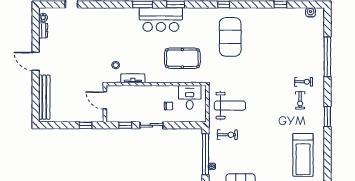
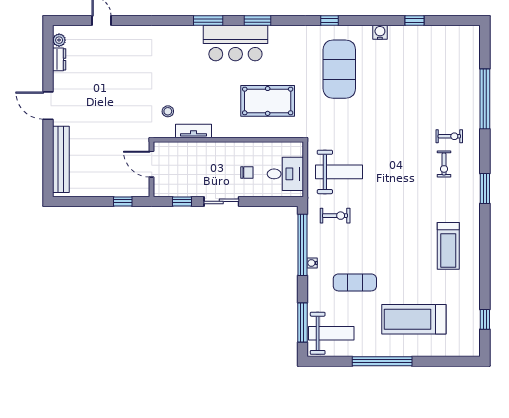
water cooler: (311, 12) -> (380, 32), moved
desk: (190, 97) -> (285, 174), moved, turned 90
treadmill: (303, 155) -> (448, 246), width x0.73, depth x0.73

